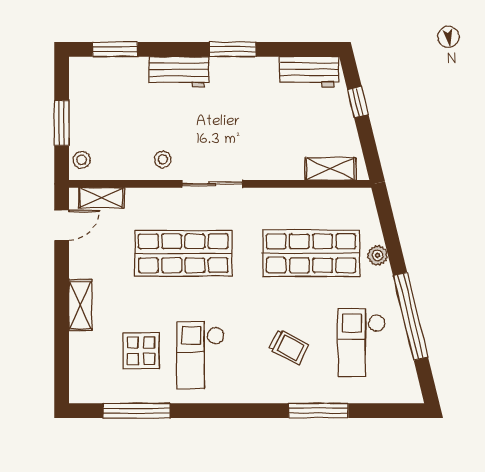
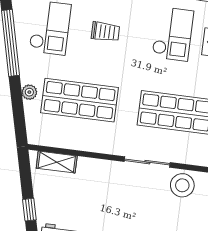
stool: (163, 159) -> (182, 185), width x1.89, depth x1.89
trolley: (289, 347) -> (105, 32), turned 153

